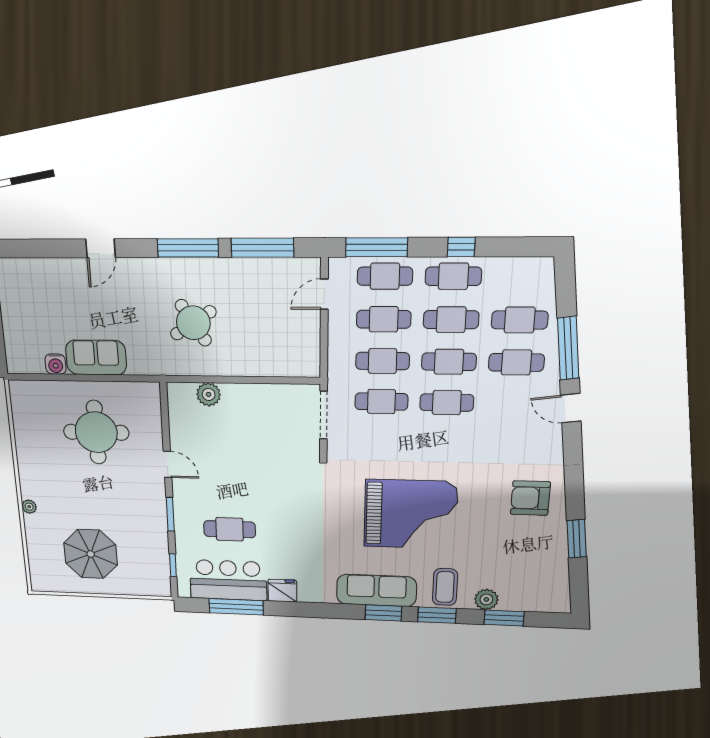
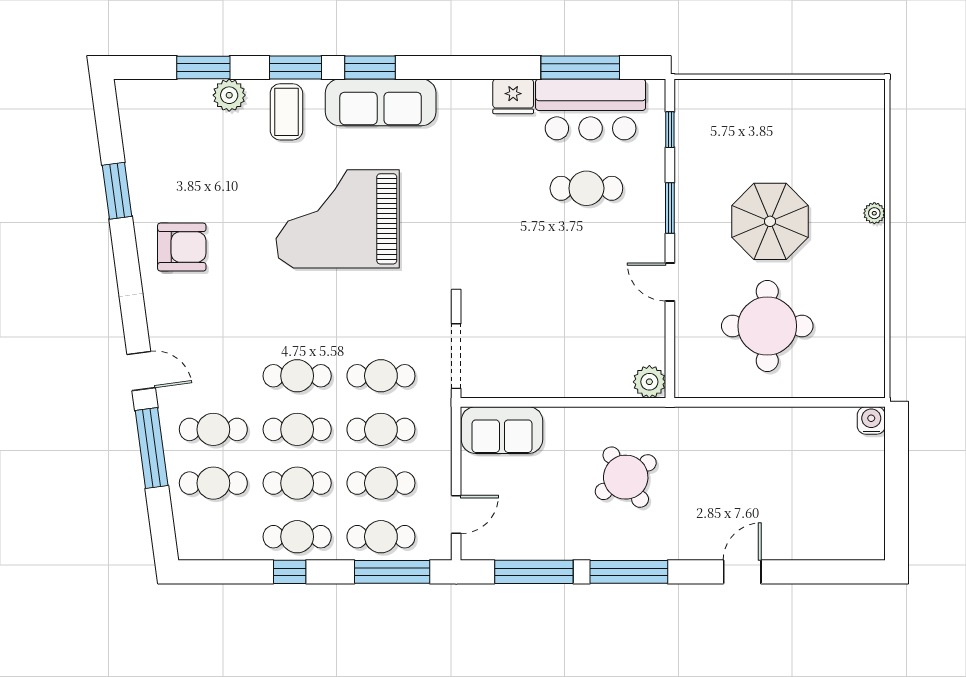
sofa: (96, 357) -> (502, 430), moved
water cooler: (56, 364) -> (871, 420), moved
plant: (209, 394) -> (649, 382), moved
parasol: (91, 554) -> (770, 221), moved

